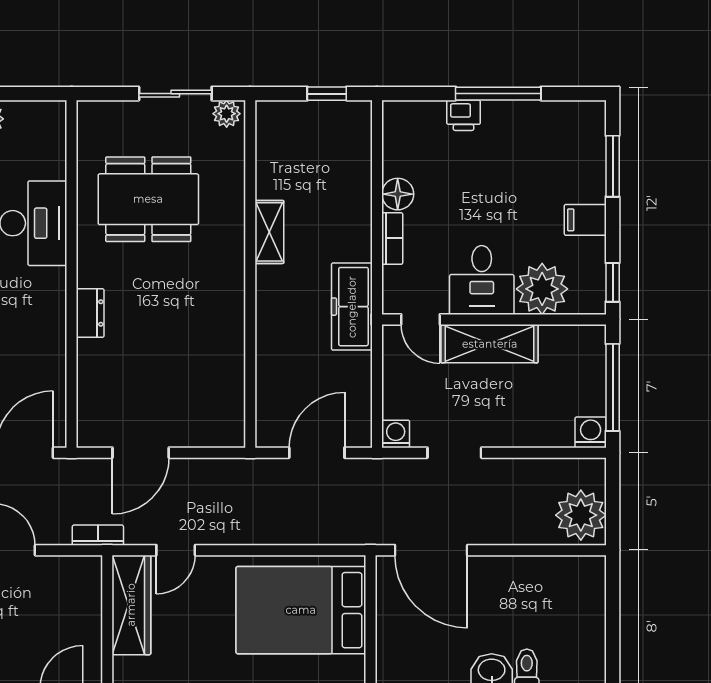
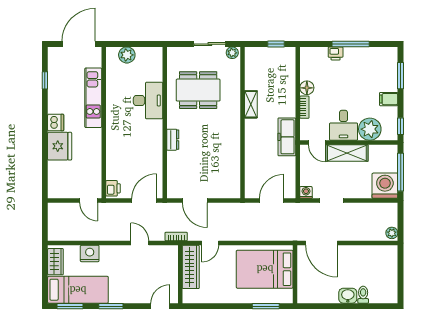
washing machine: (591, 432) -> (385, 186), width x1.89, depth x1.89
door: (141, 453) -> (195, 201), hinge flipped
plant: (581, 515) -> (392, 233), width x0.53, depth x0.53

